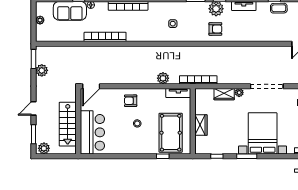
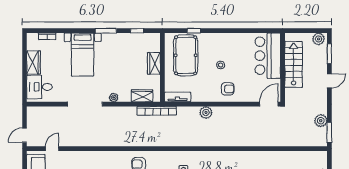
bookcase: (105, 37) -> (254, 156), removed
plant: (163, 78) -> (206, 113), moved
wardrobe: (224, 94) -> (142, 96), moved
bed with nightstands: (263, 133) -> (83, 55), width x0.73

